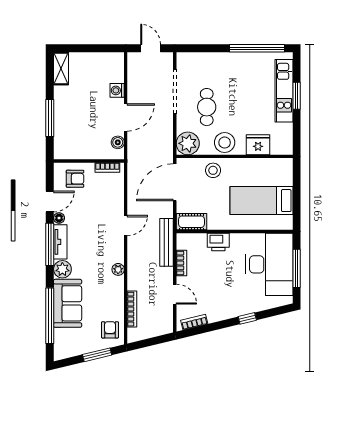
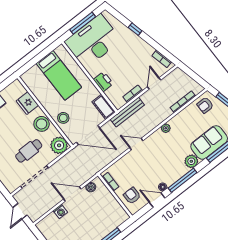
tv unit: (60, 242) -> (176, 175), removed

